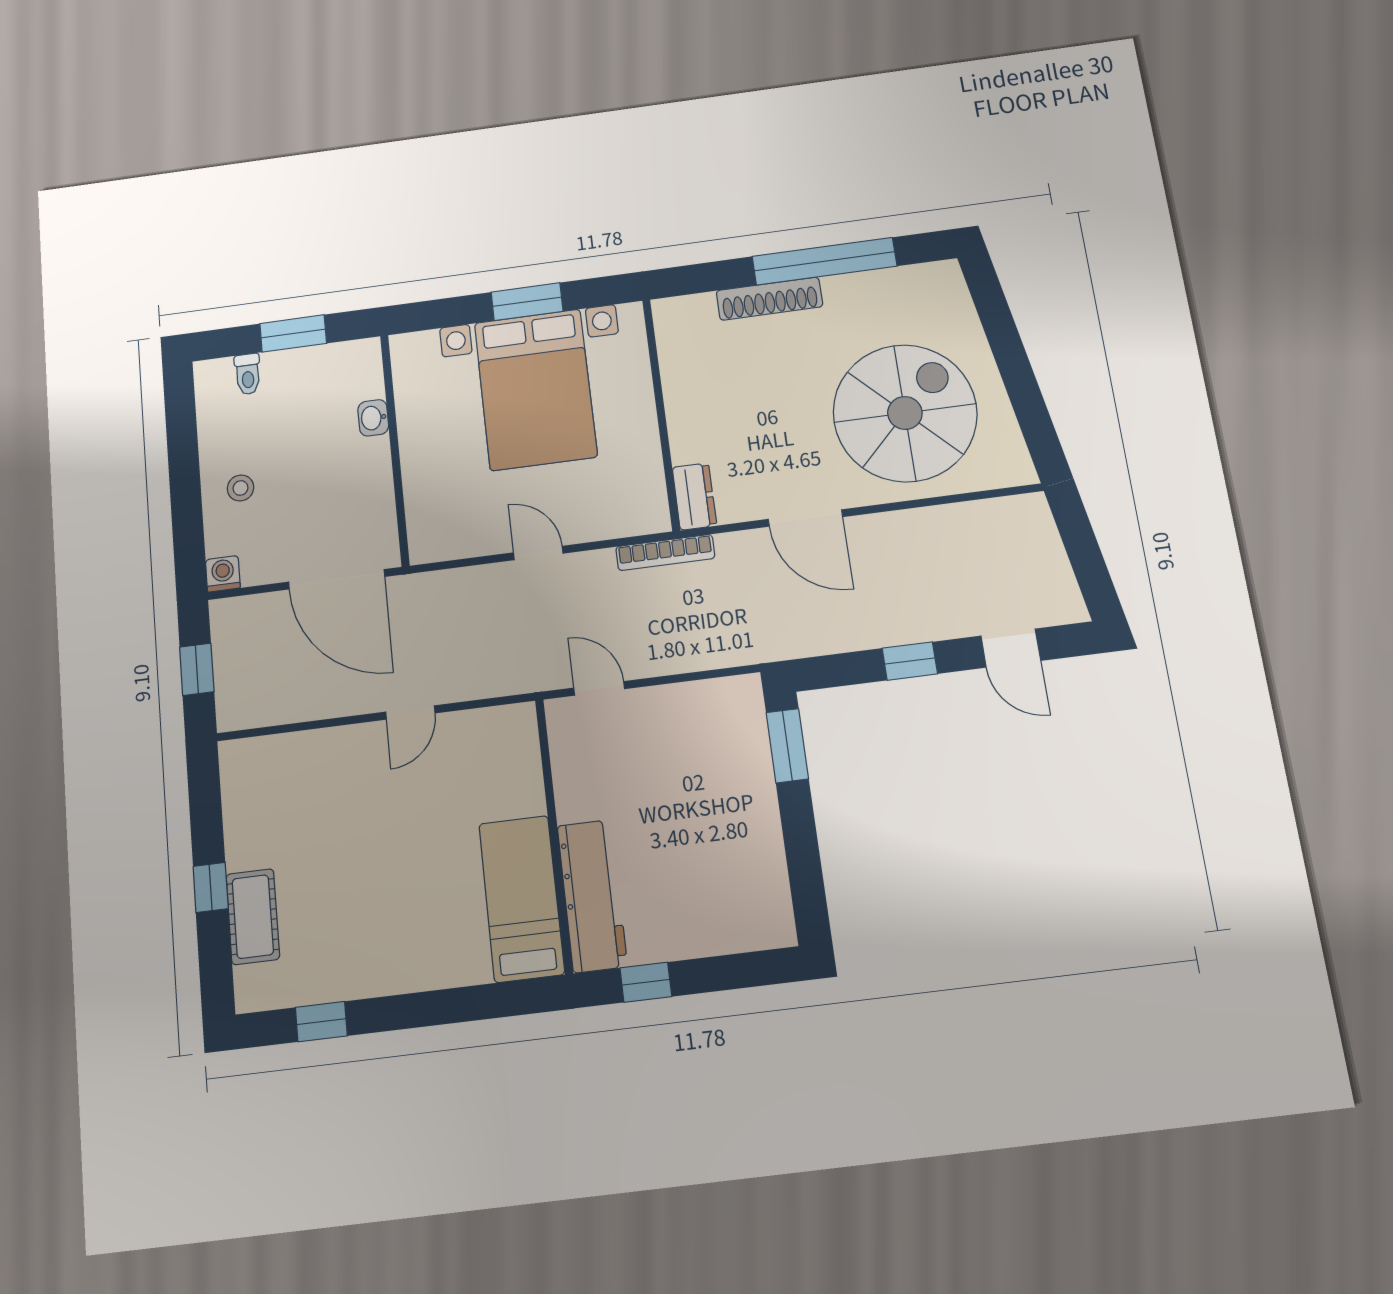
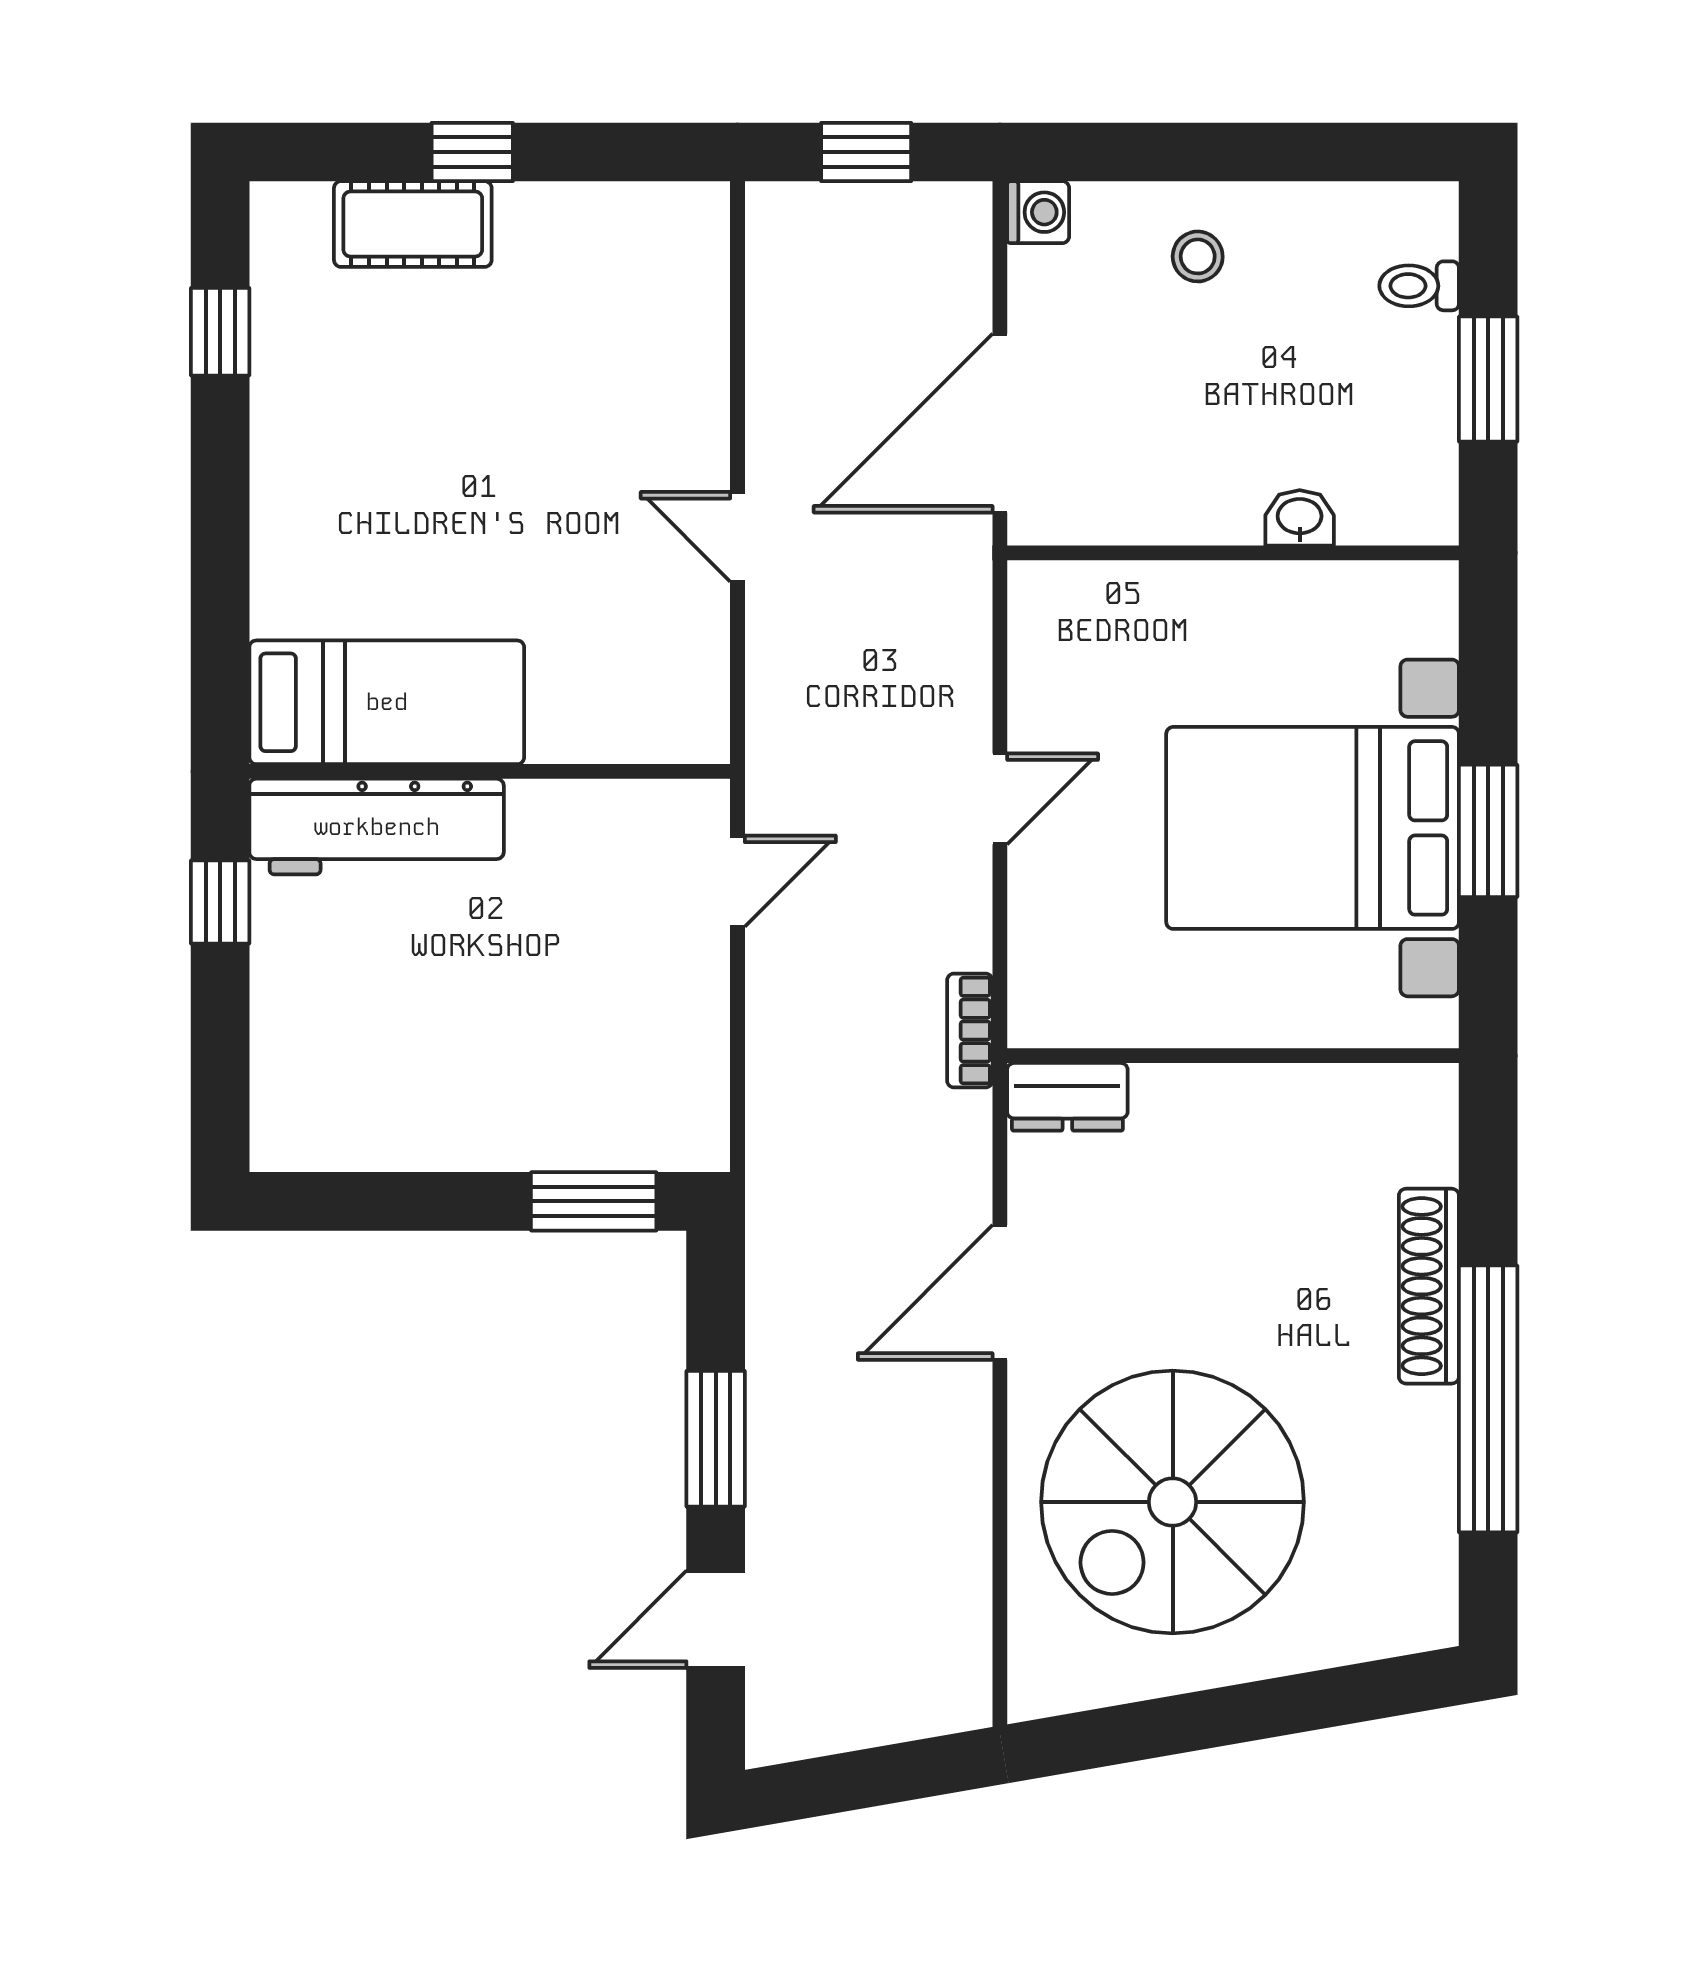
spiral stairs: (905, 413) -> (1173, 1502), turned 90
bookcase: (665, 553) -> (970, 1031), width x0.64
window: (910, 661) -> (716, 1439), width x1.50

